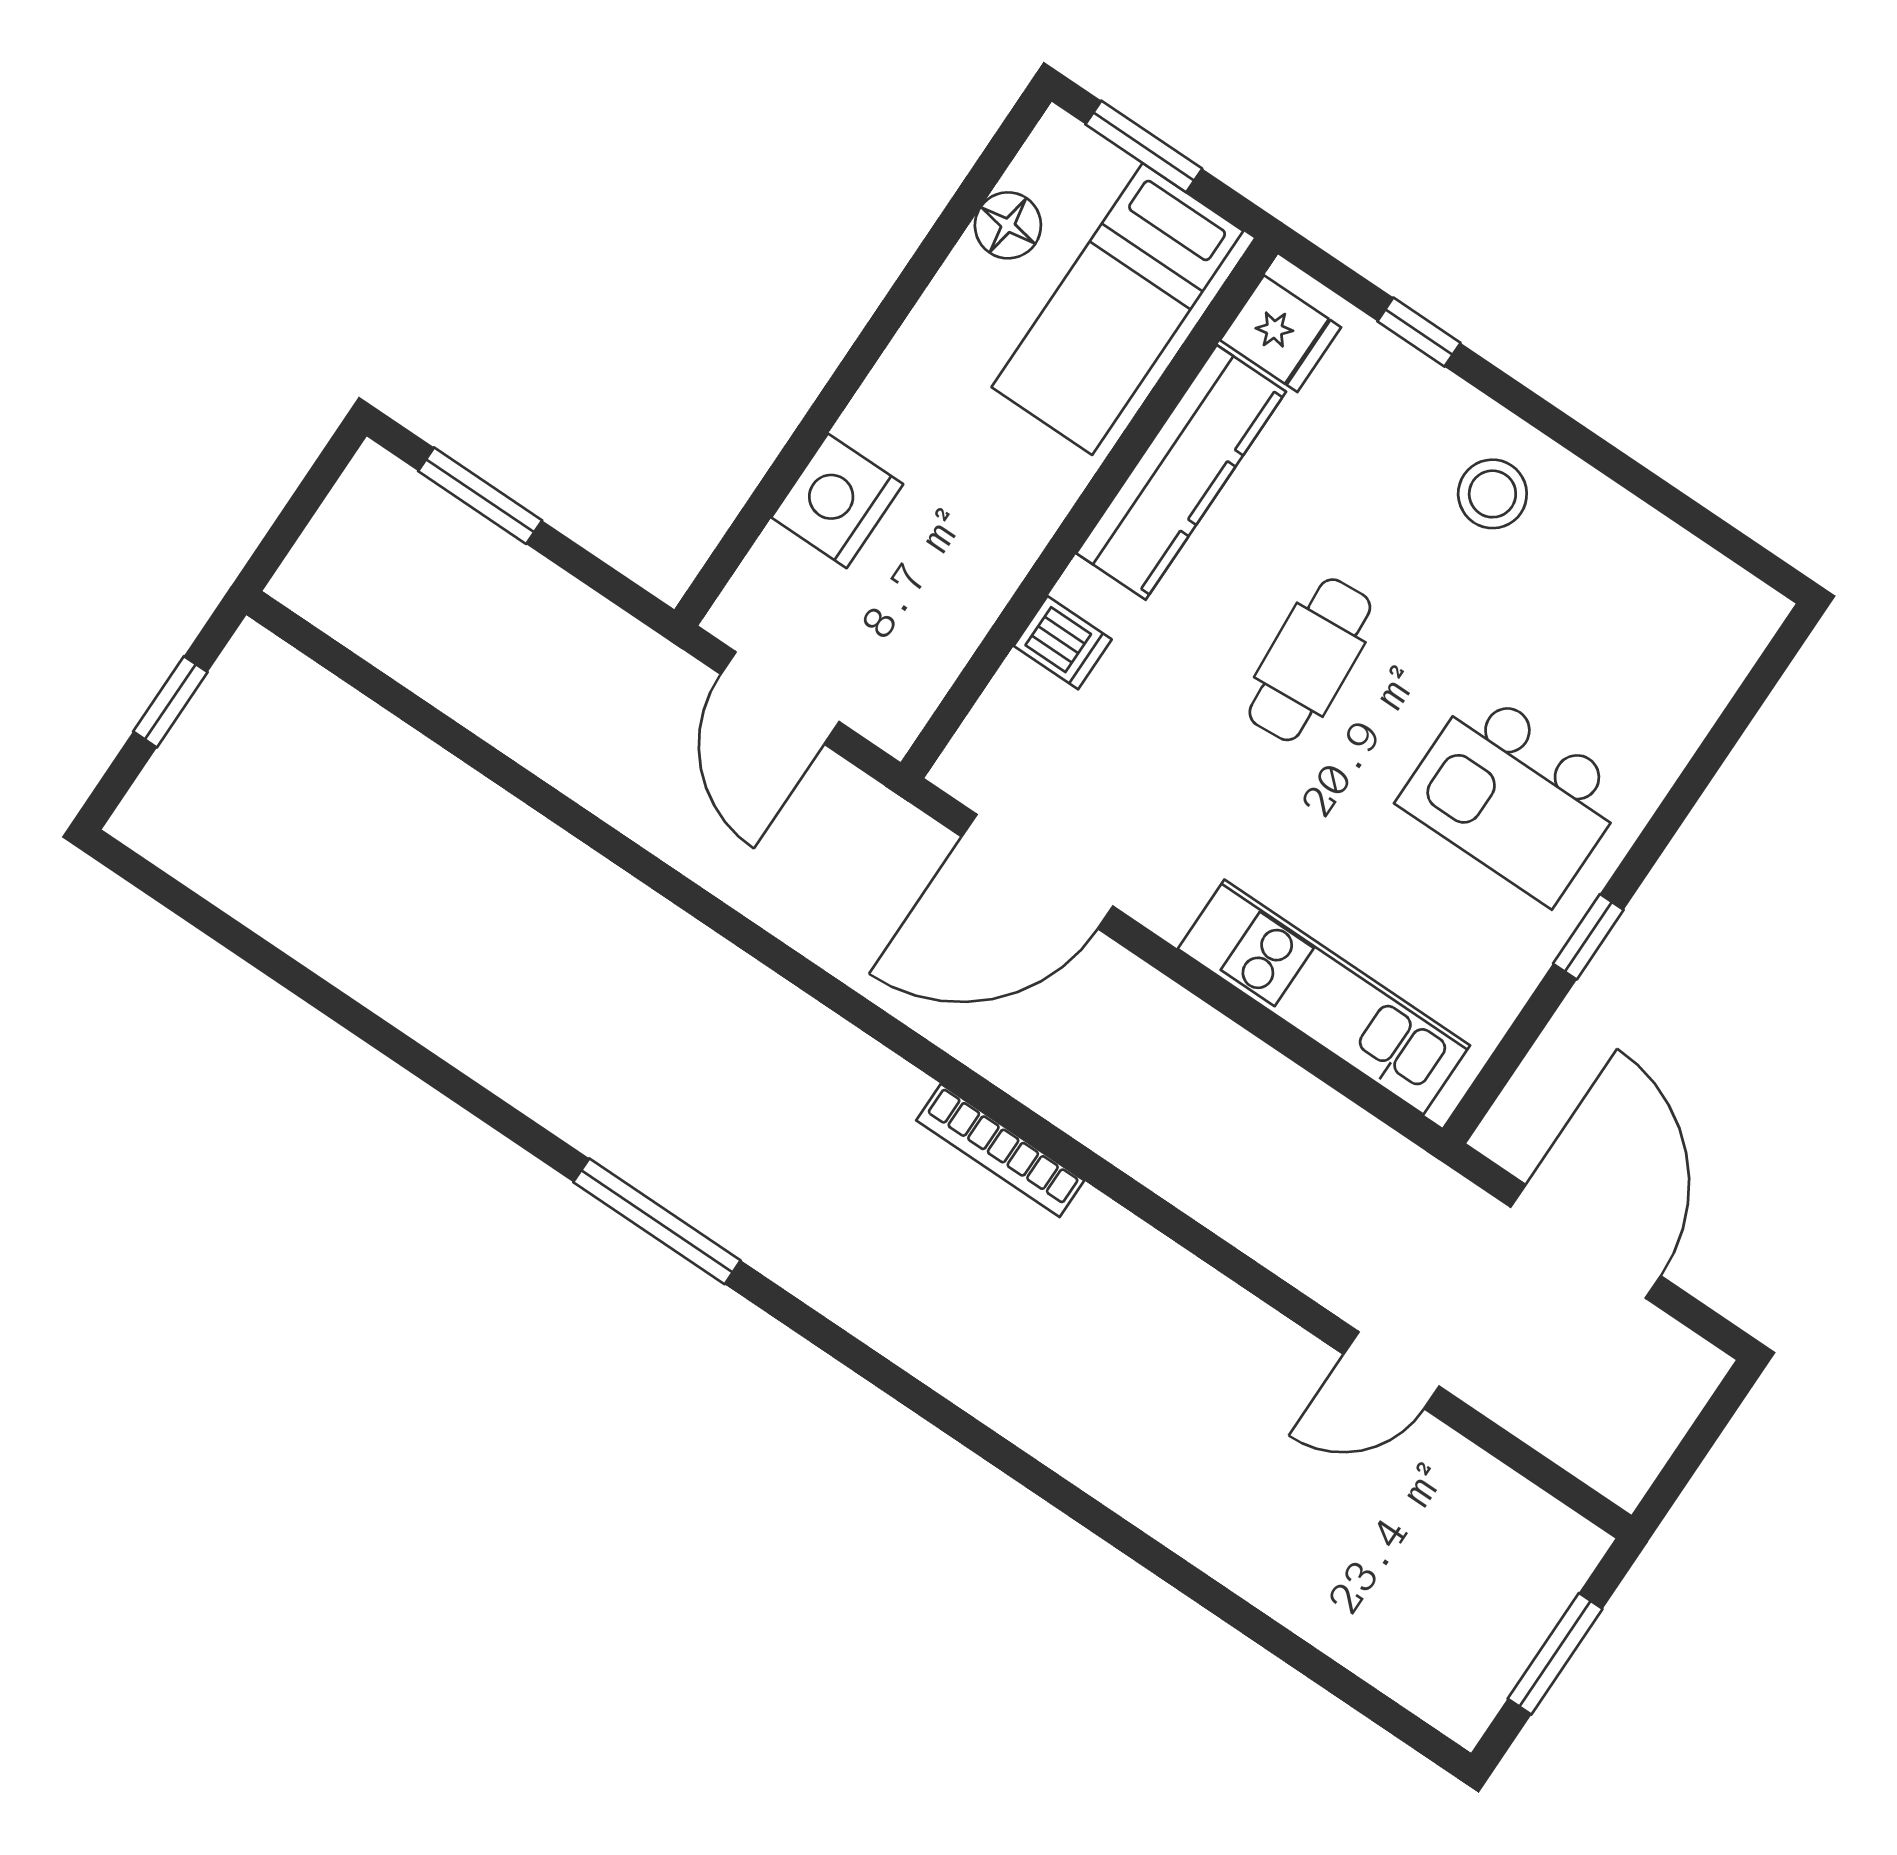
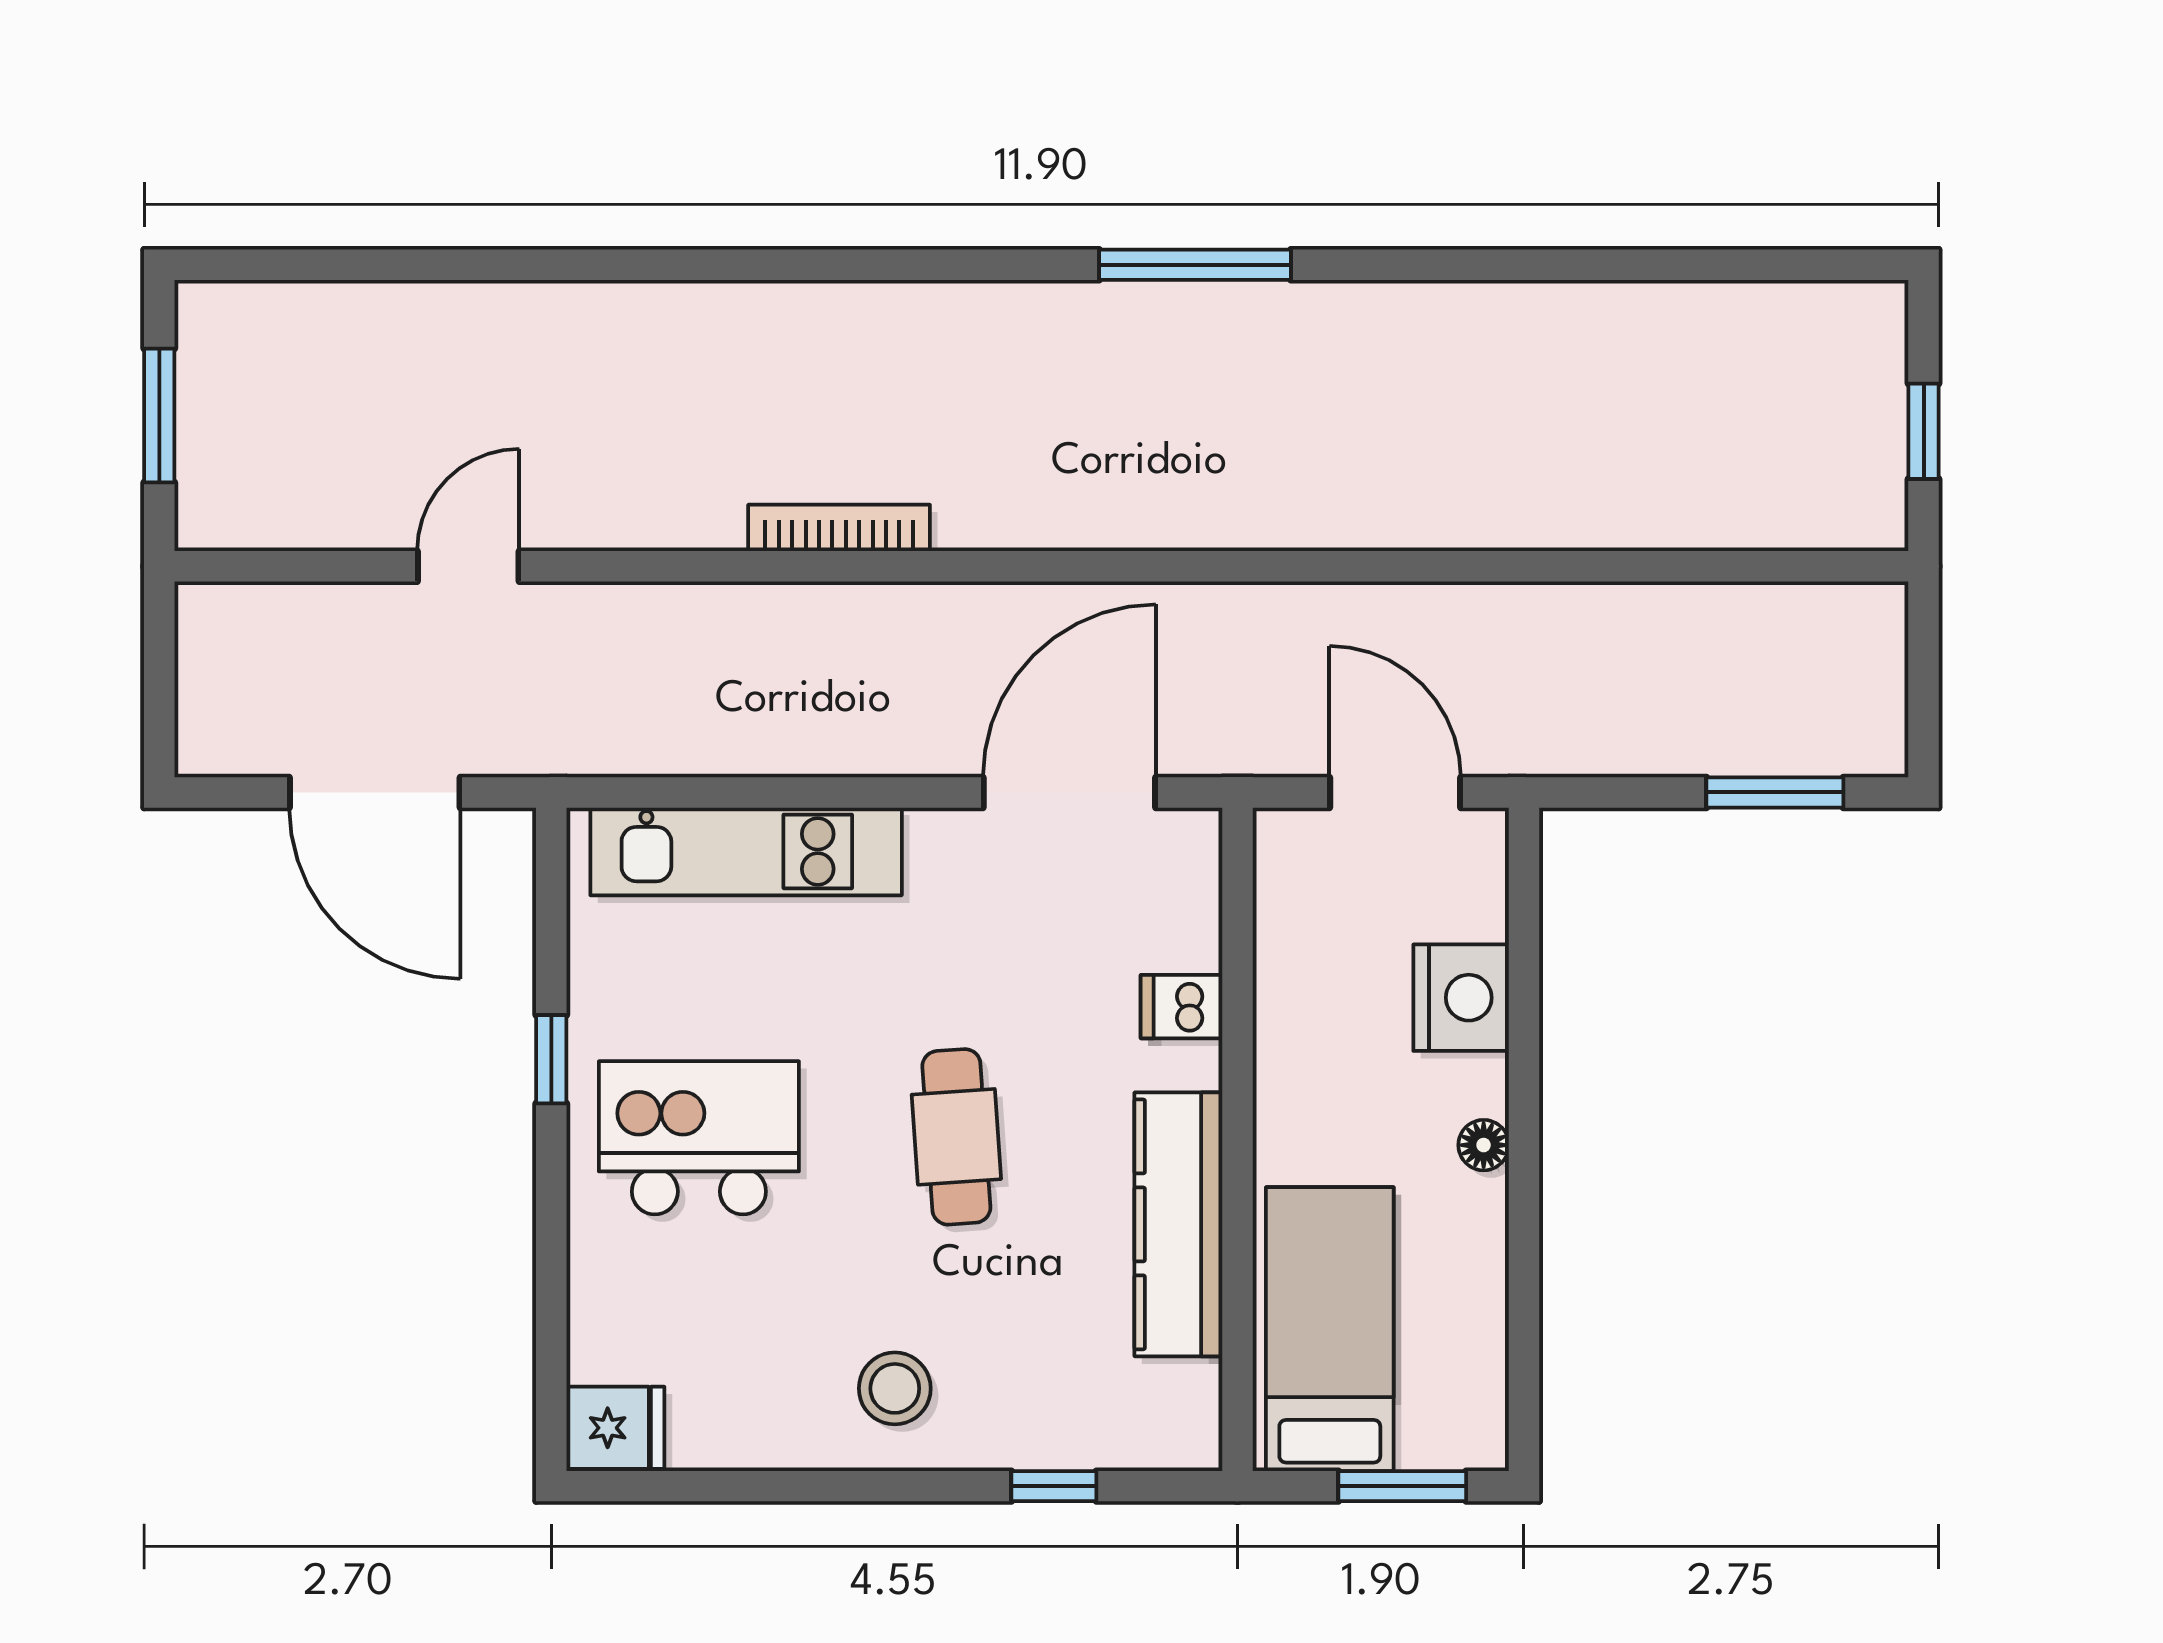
floor lamp: (1008, 225) -> (1484, 1145), moved, width x0.73, depth x0.73
fridge: (1281, 334) -> (615, 1428), moved, turned 180
bookcase: (1000, 1150) -> (839, 528), moved

